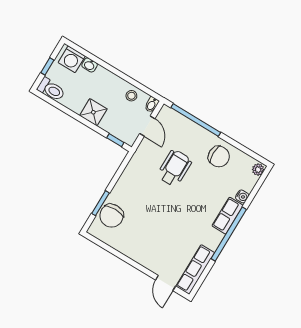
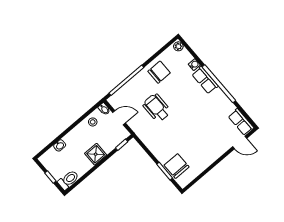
washing machine: (72, 59) -> (51, 157), removed
chair: (112, 216) -> (177, 166), turned 180
row of seats: (195, 270) -> (241, 122), width x0.68

